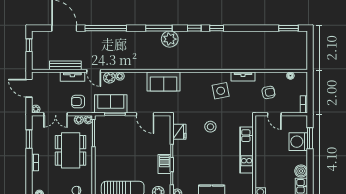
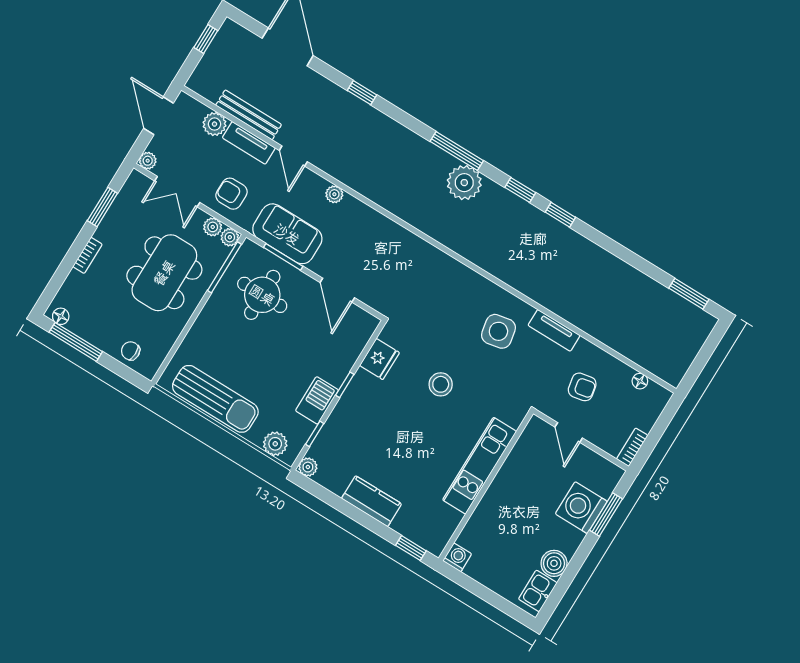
window: (106, 28) -> (362, 93), width x0.32
plant: (109, 78) -> (215, 124), moved
sofa: (164, 82) -> (406, 252), removed
round table: (116, 135) -> (262, 295), added

